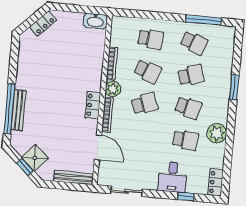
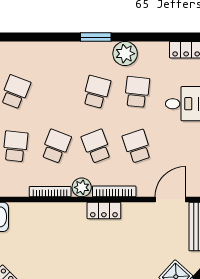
school desk: (191, 75) -> (137, 146), moved
window: (234, 87) -> (96, 37), moved
door: (98, 147) -> (170, 199), moved

